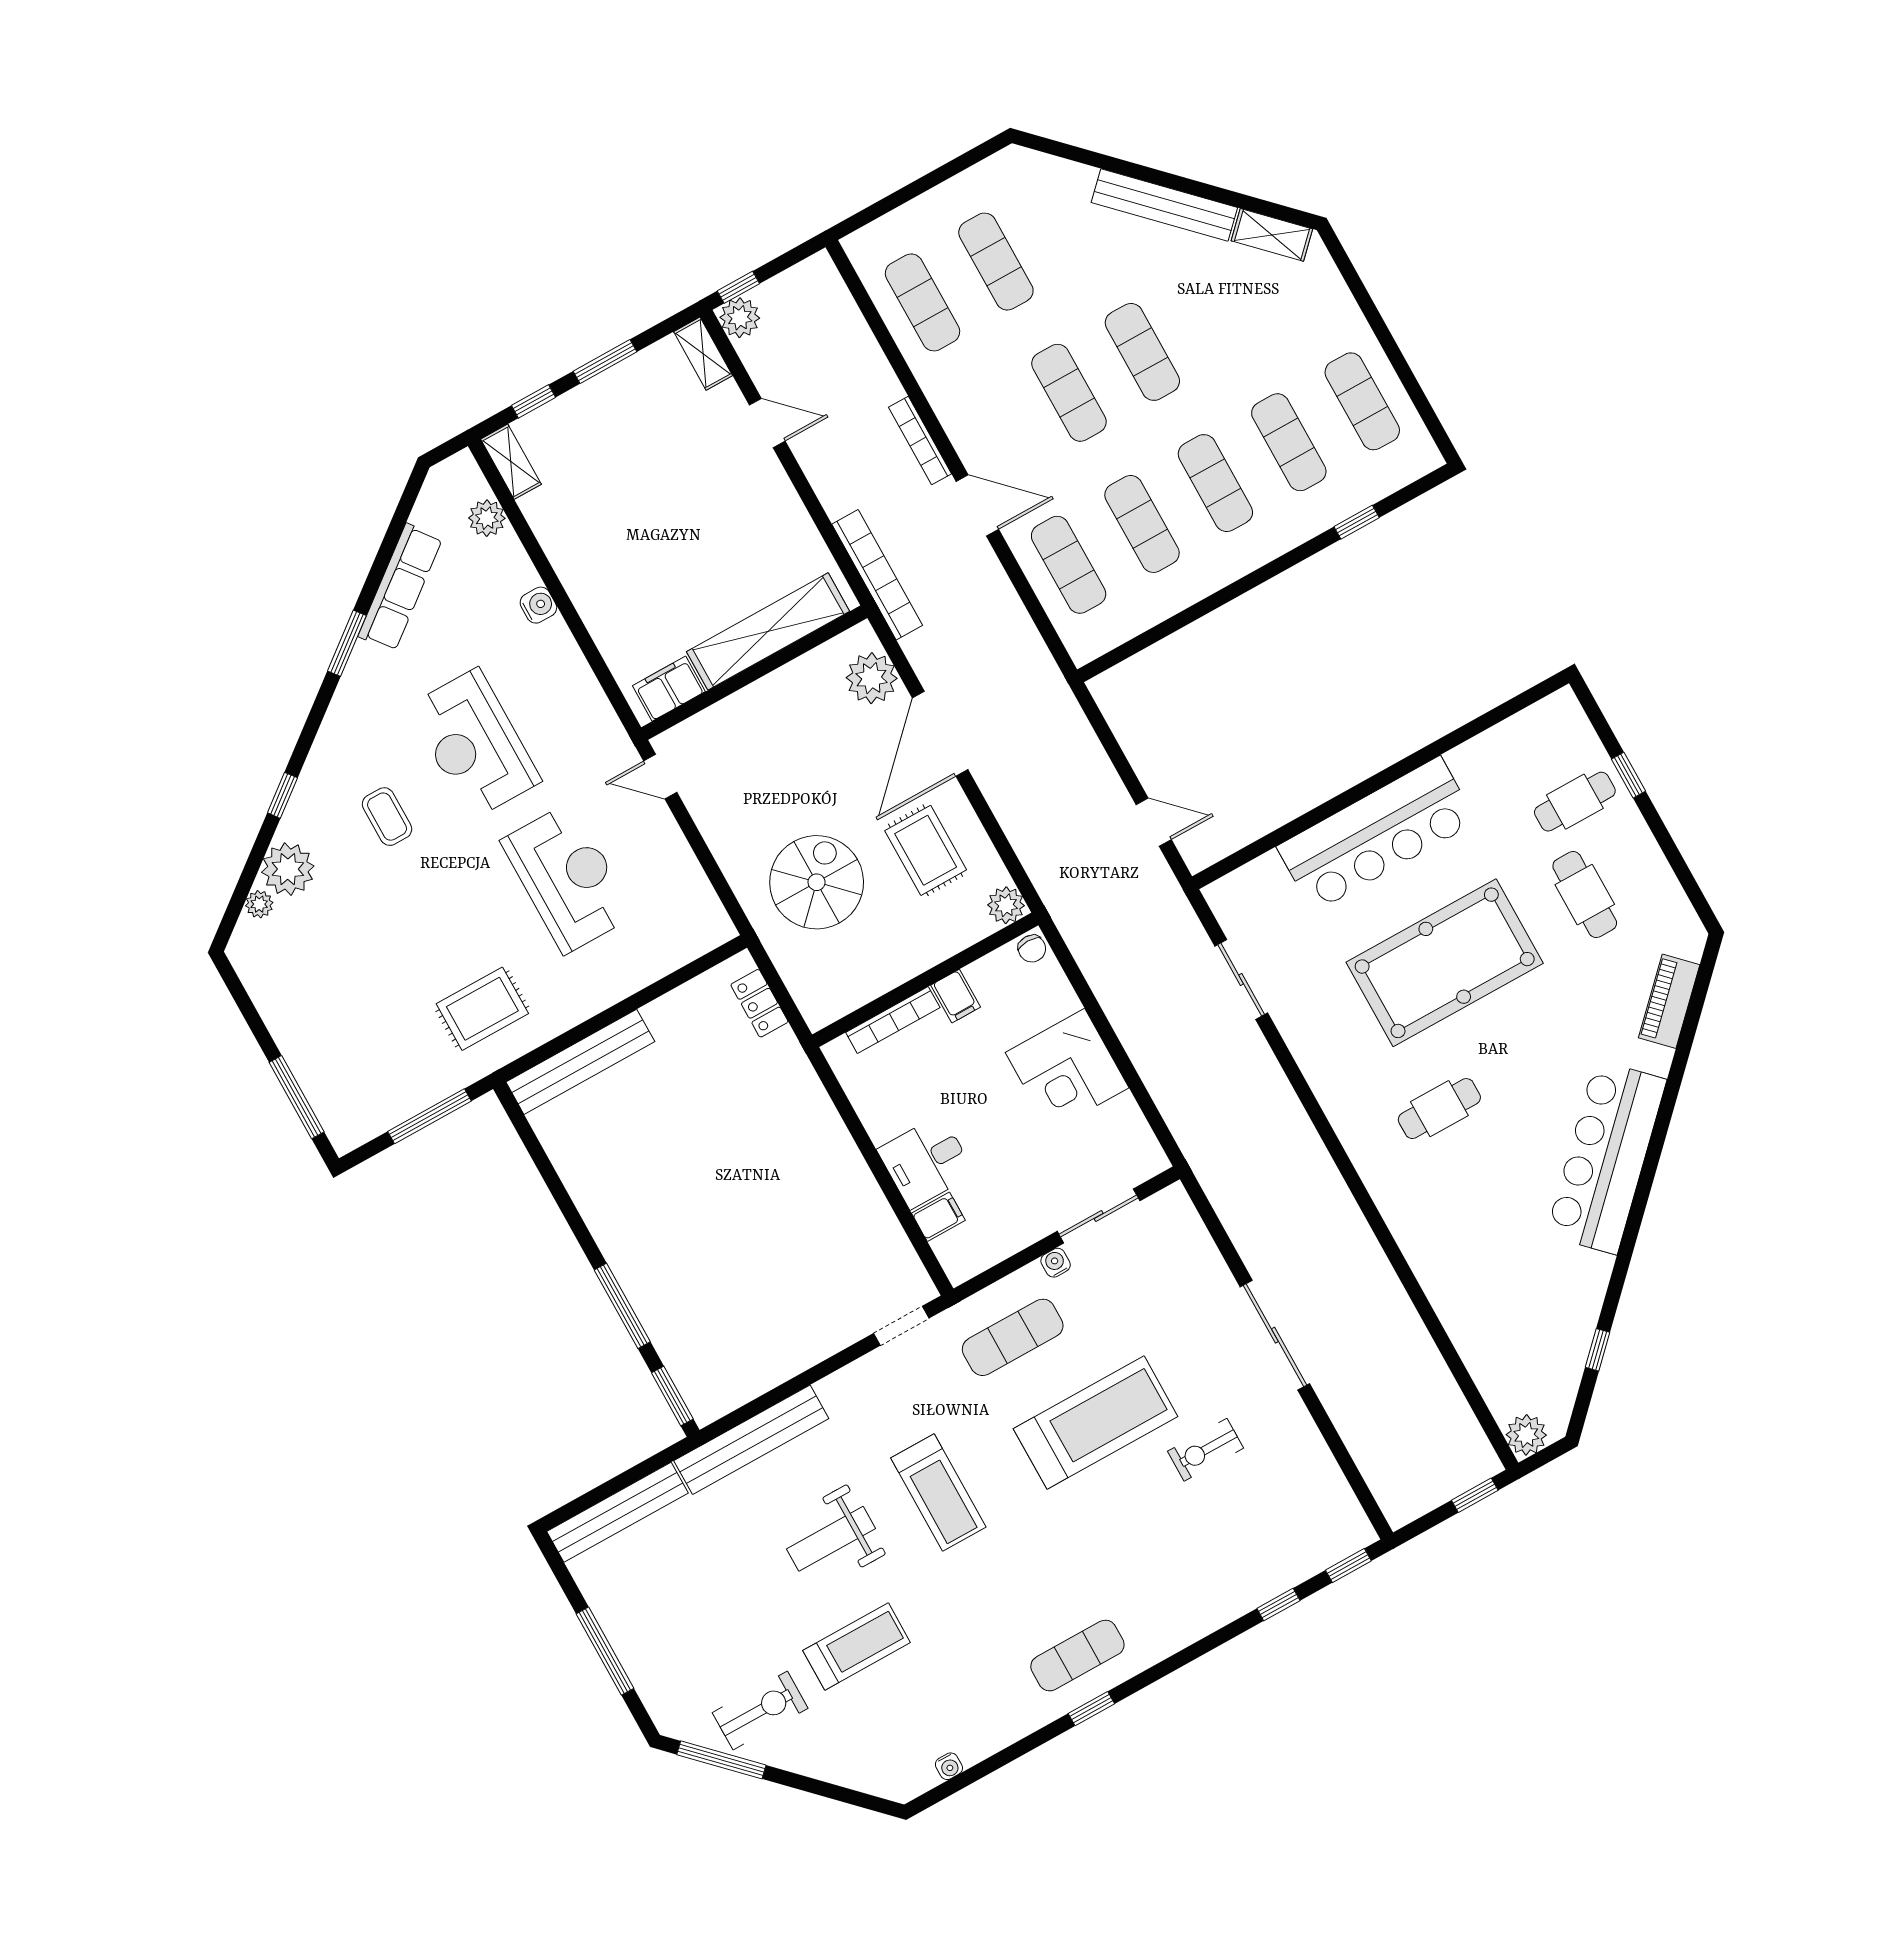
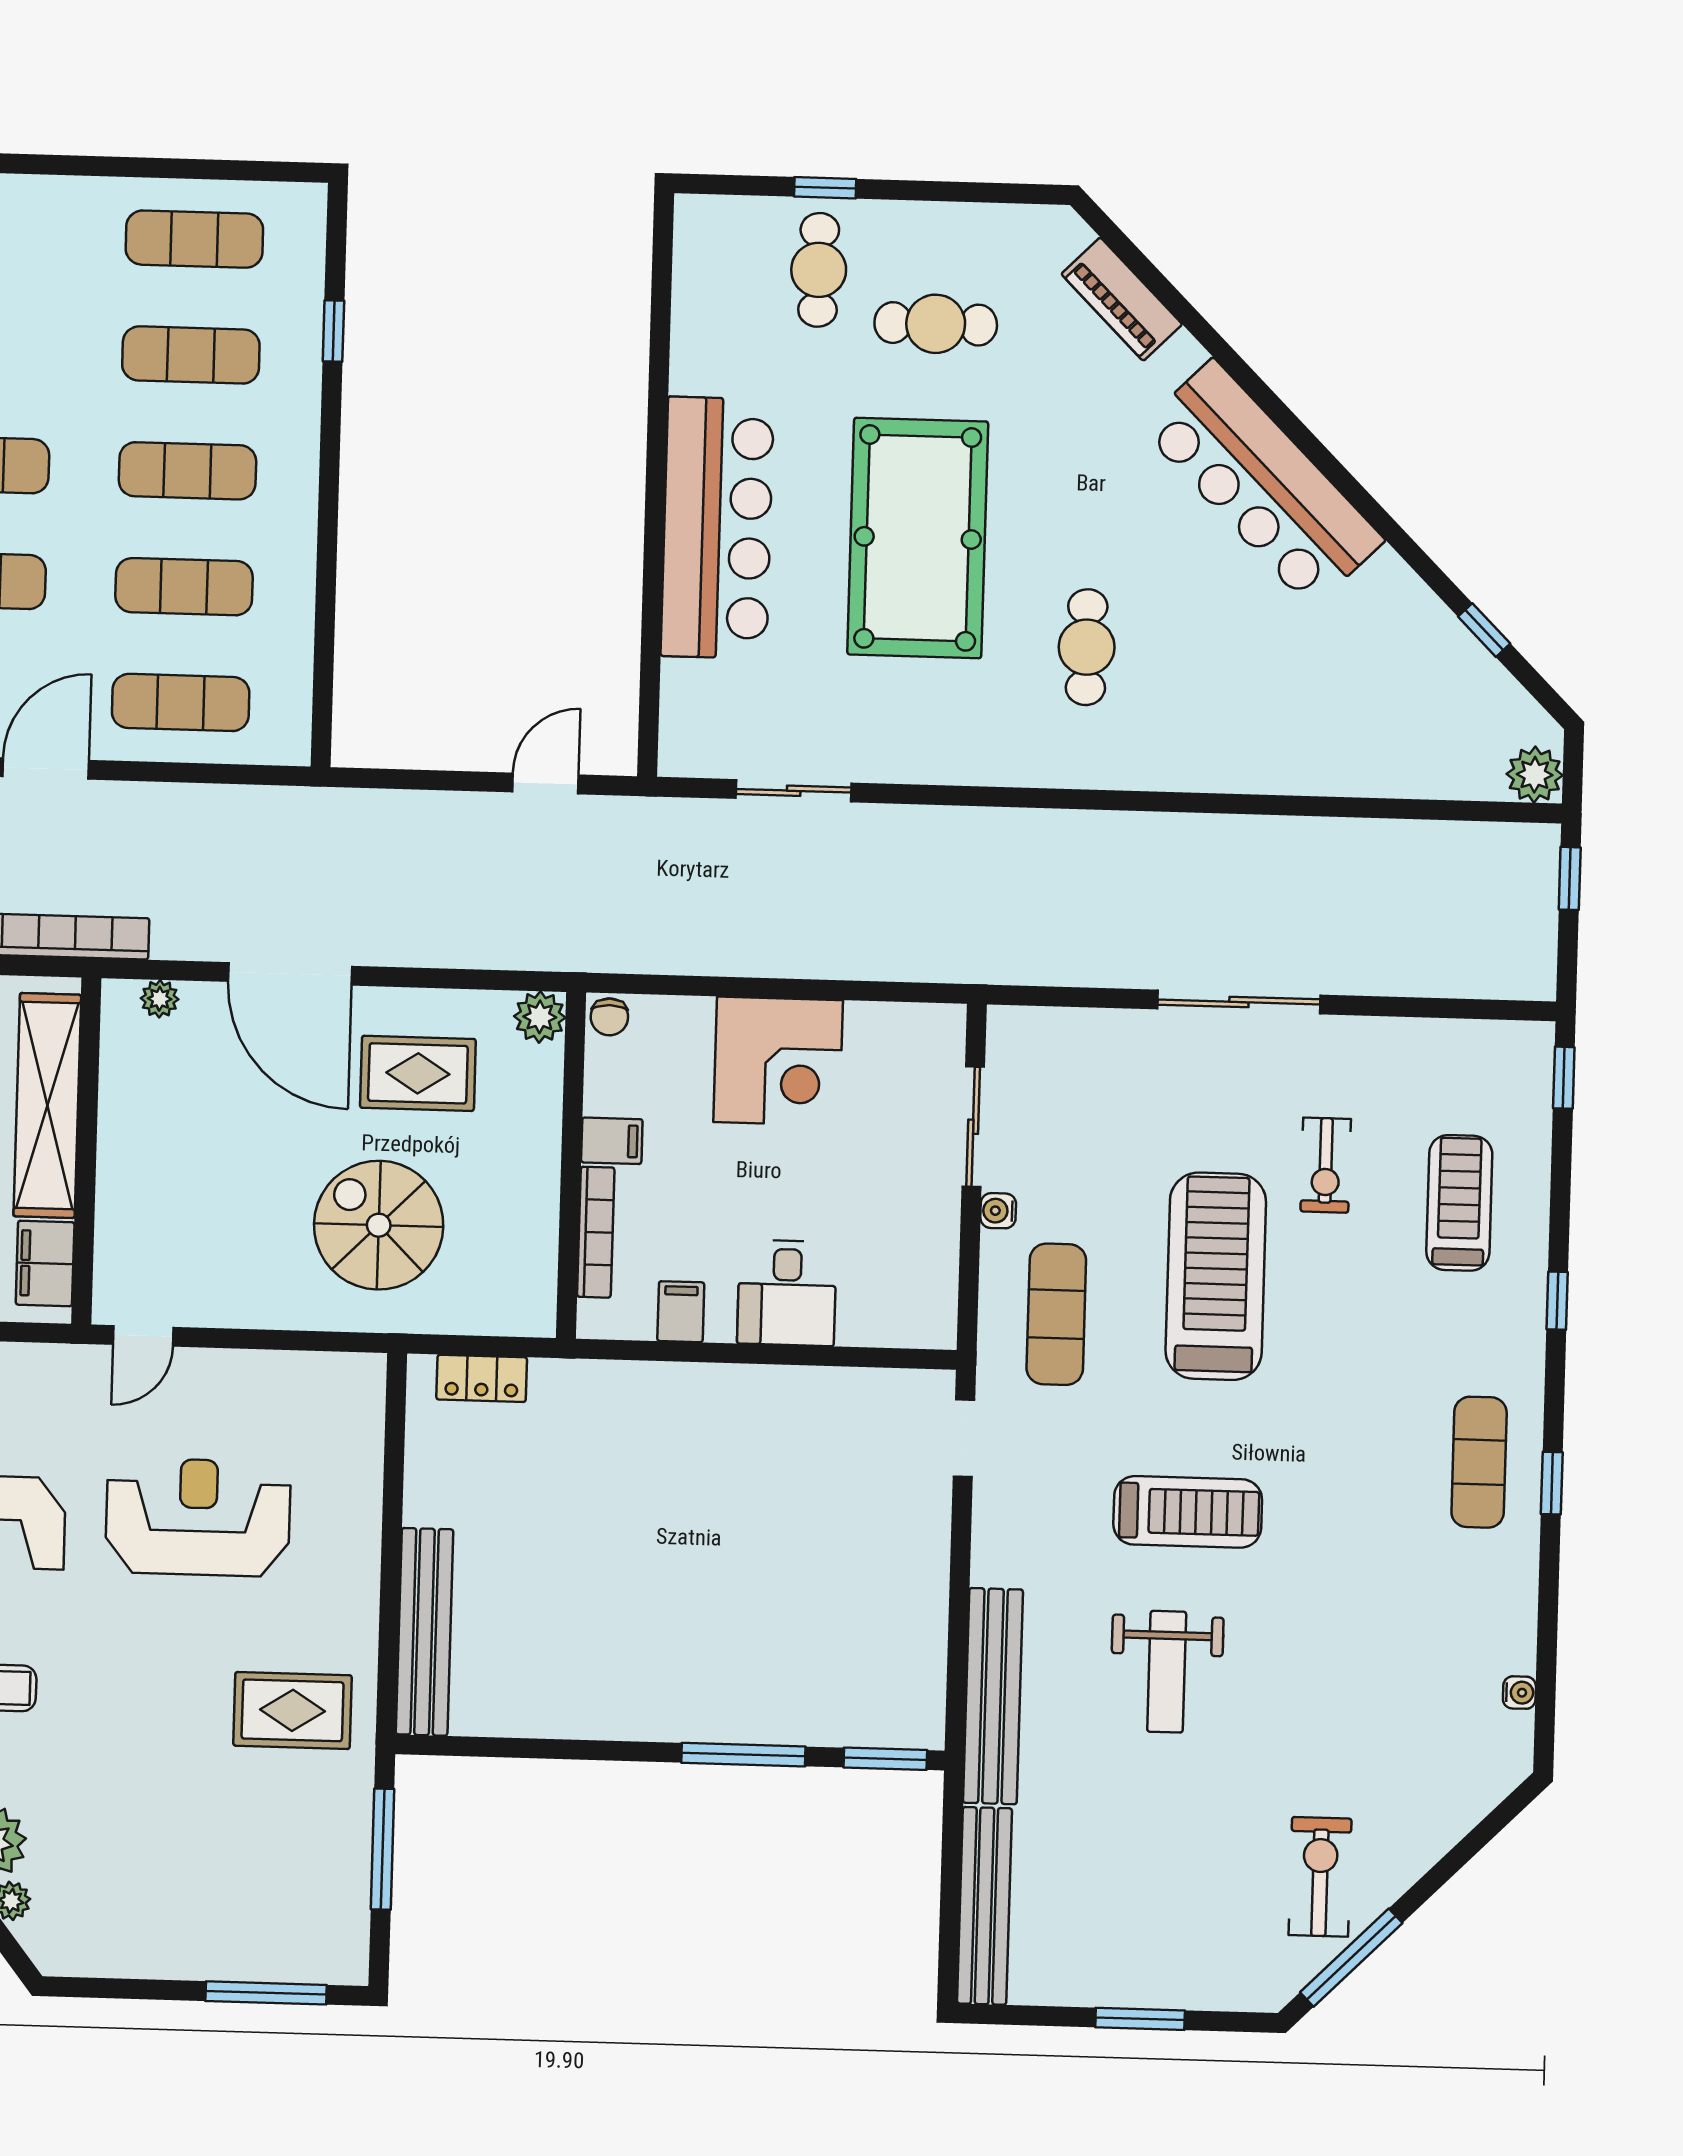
plant: (872, 678) -> (160, 999), width x0.53, depth x0.53
chair: (1032, 949) -> (609, 1017), turned 90
rug: (482, 1009) -> (293, 1710), turned 90
filing cabinet: (938, 1217) -> (681, 1312), moved
window: (1278, 1605) -> (1557, 1301), moved
treadmill: (857, 1646) -> (1459, 1203), moved
window: (605, 1651) -> (1140, 2019), width x0.69

